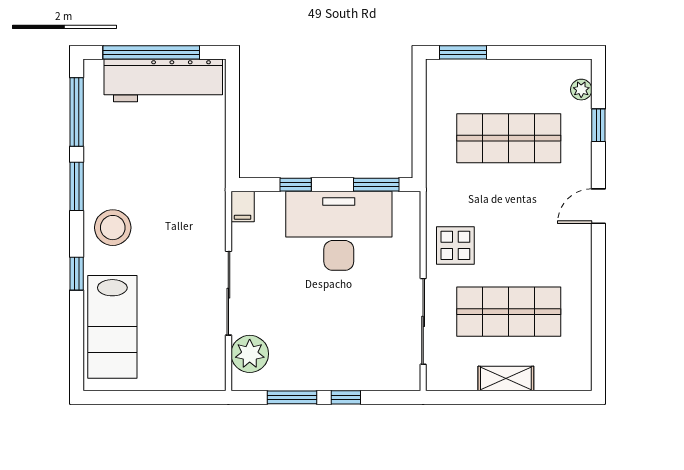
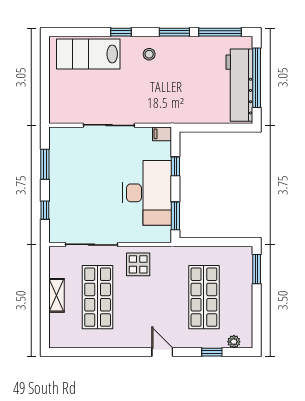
stool: (113, 228) -> (149, 54), width x0.53, depth x0.53
plant: (250, 354) -> (72, 138), removed
window: (346, 397) -> (45, 210), moved

